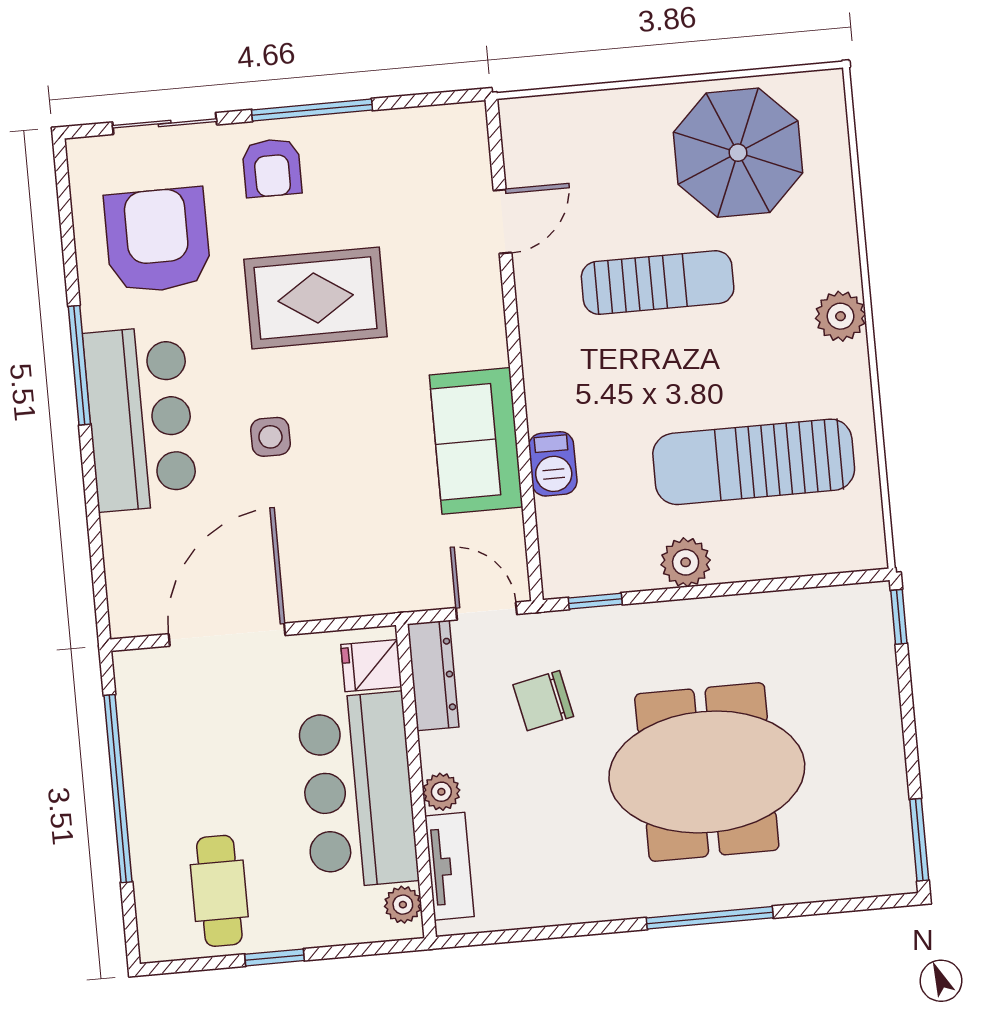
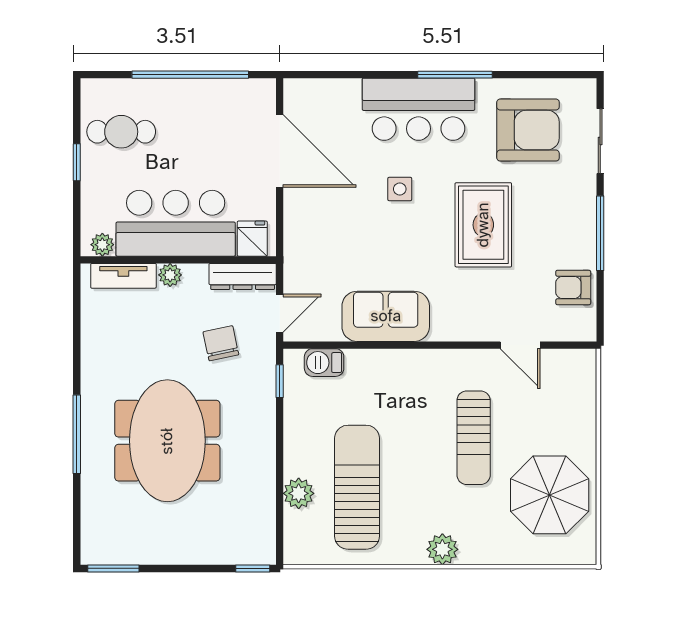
armchair: (272, 168) -> (573, 288), moved
barbecue: (553, 464) -> (324, 363), moved
plant: (686, 562) -> (299, 493), moved

